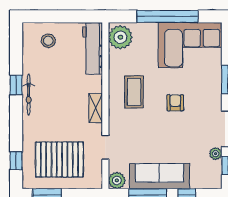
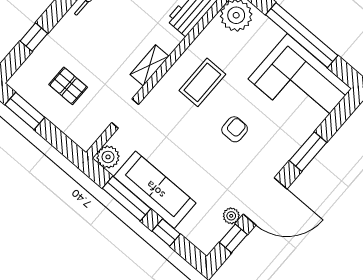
pallet: (59, 159) -> (68, 86), width x0.49, depth x0.50
window: (16, 161) -> (34, 37), moved

